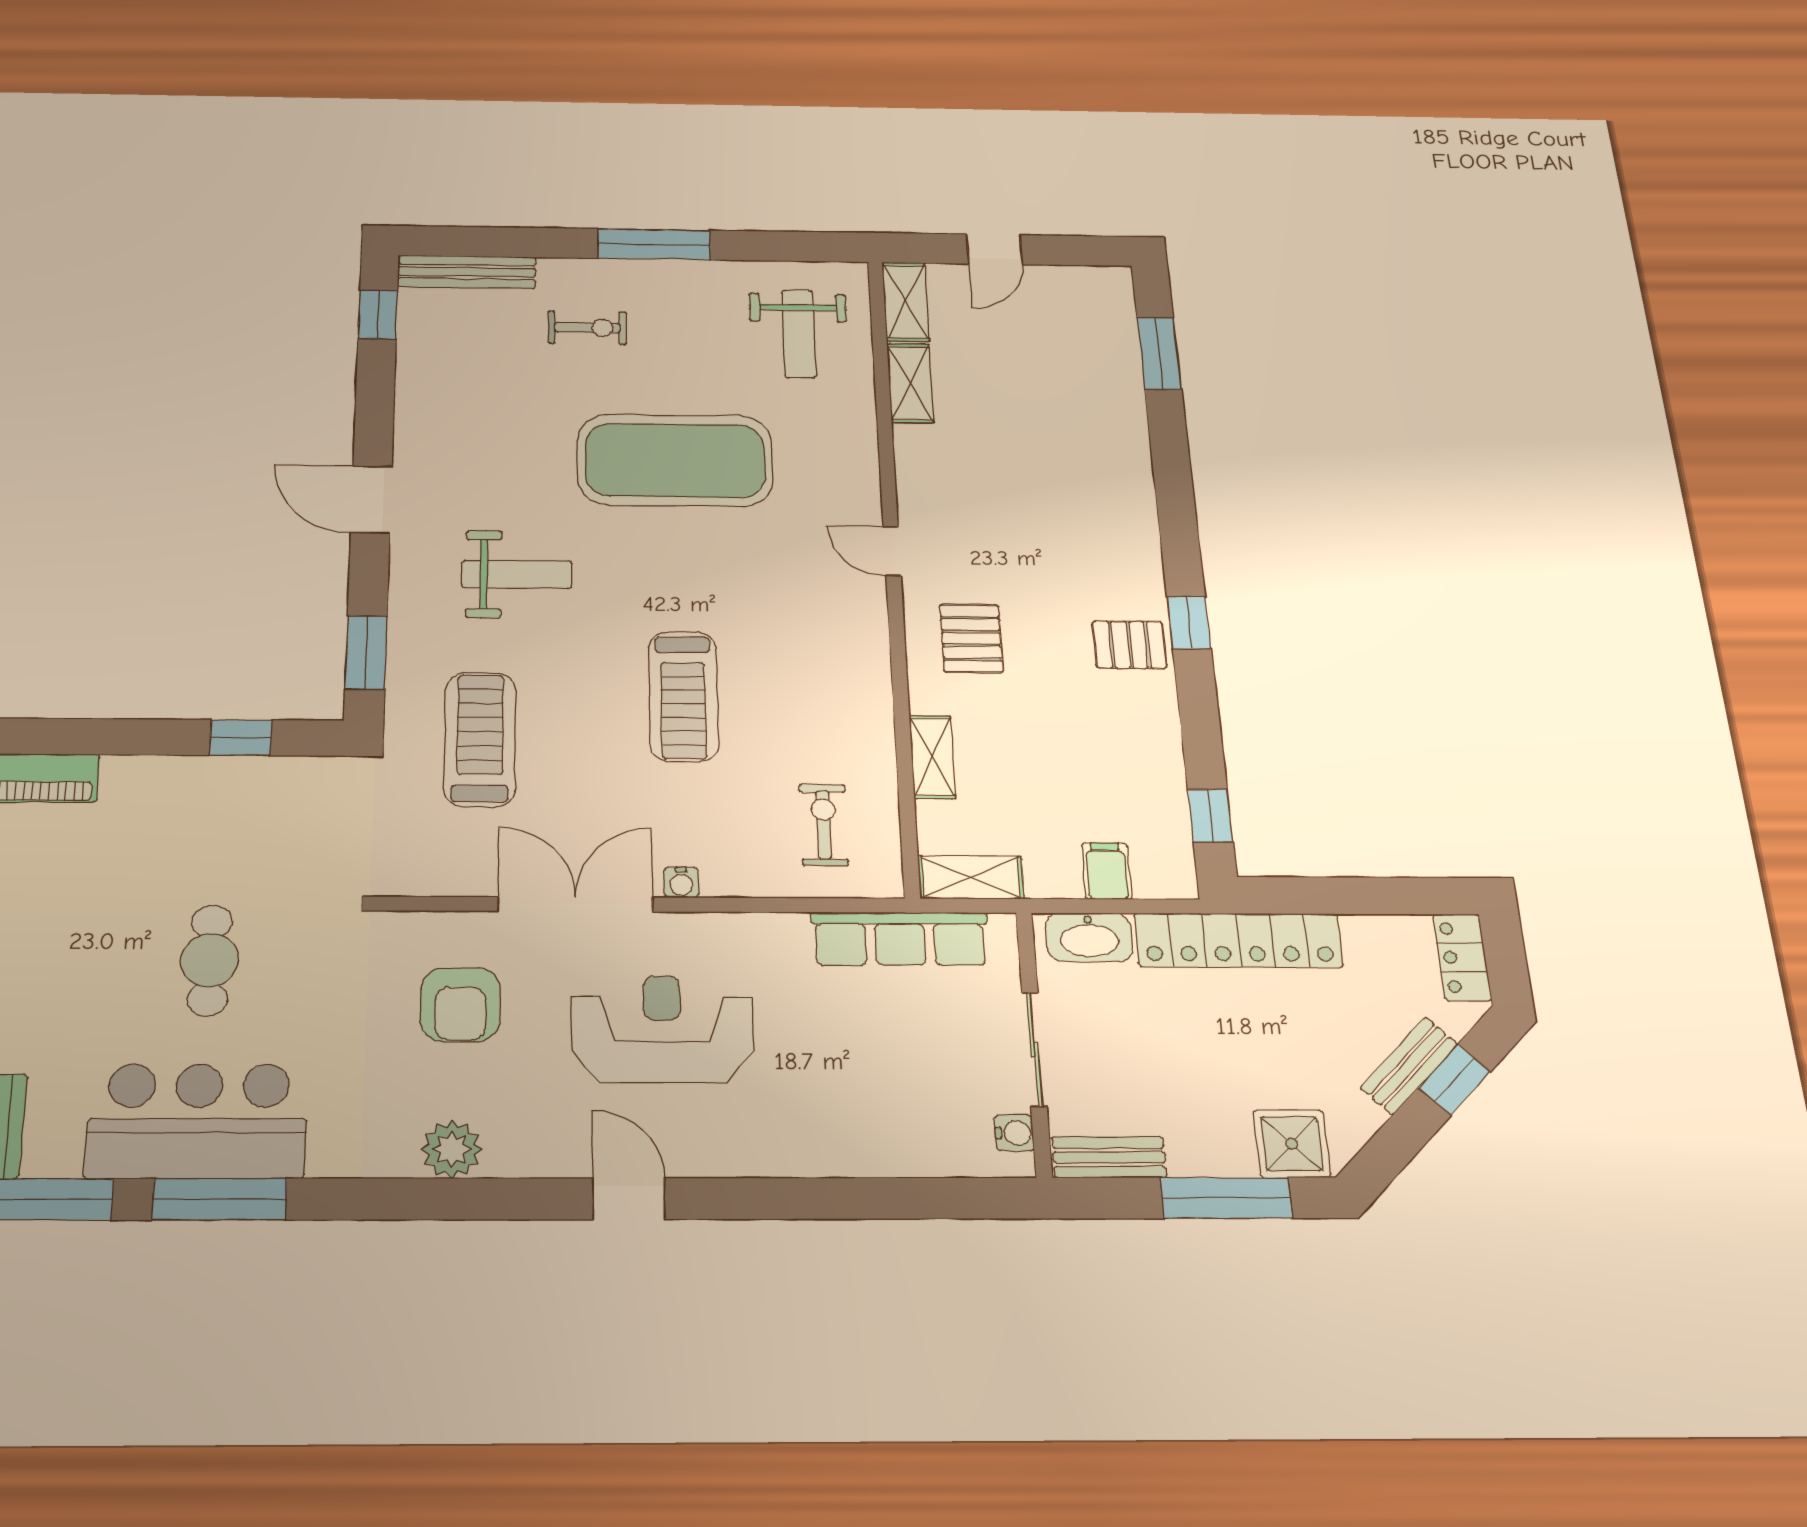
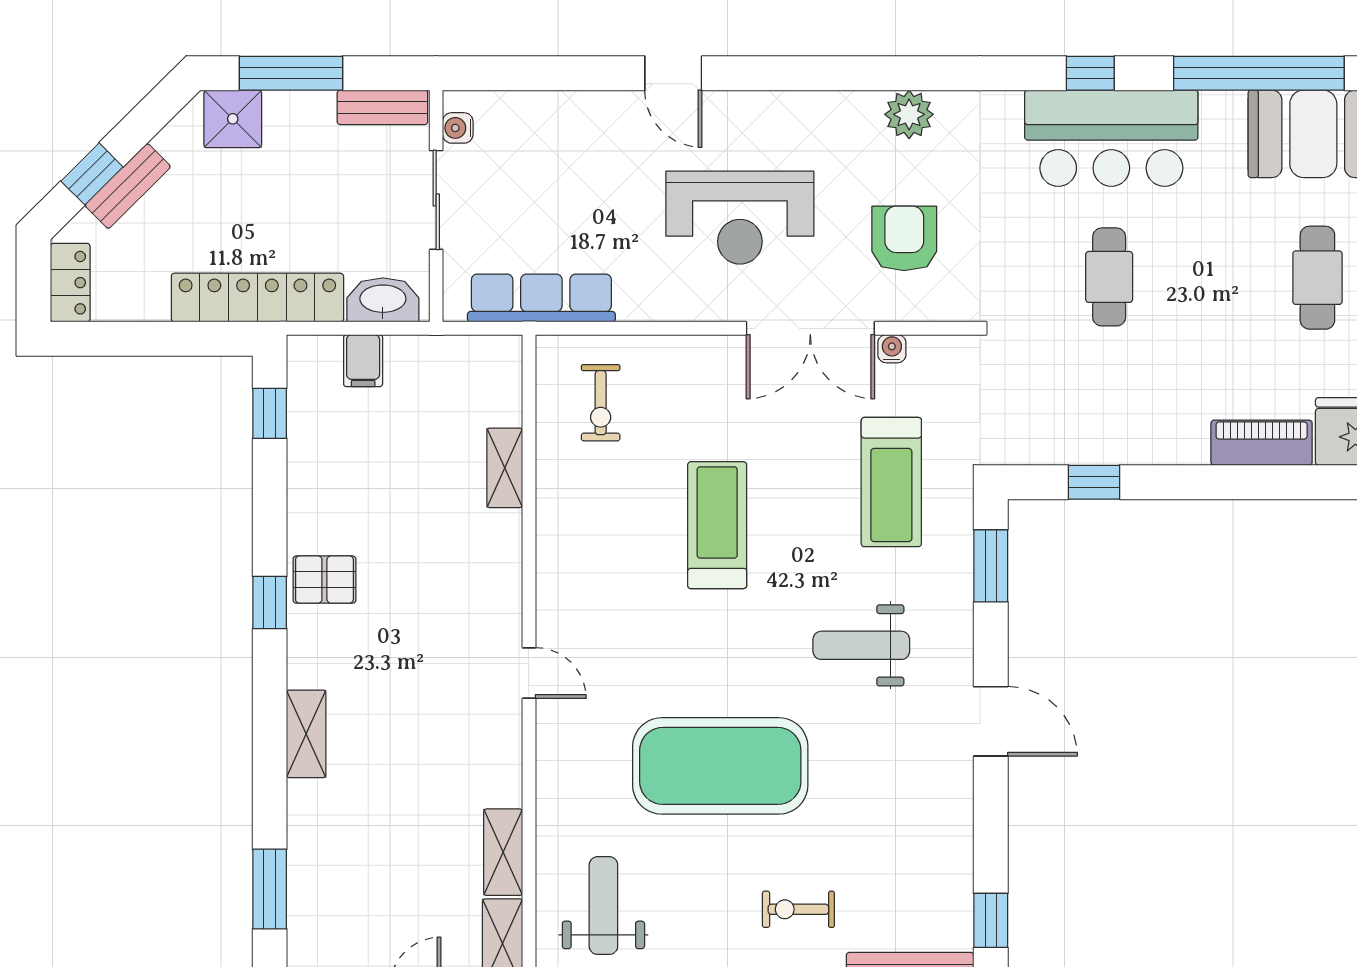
pallet: (971, 638) -> (464, 585), removed
shelving: (971, 877) -> (306, 734), moved, turned 90
water cooler: (681, 882) -> (892, 349), moved
window: (220, 1199) -> (1090, 73), width x0.46
door: (629, 1199) -> (673, 73), moved

